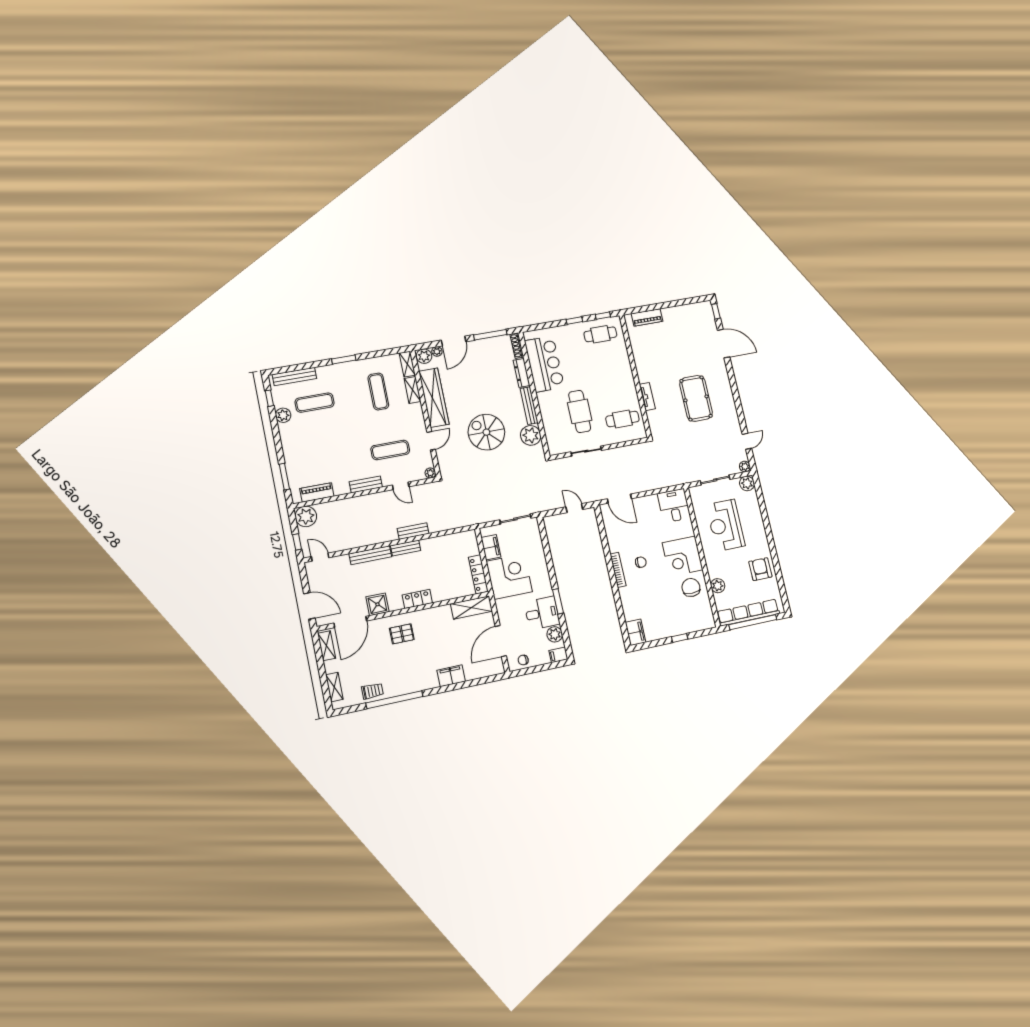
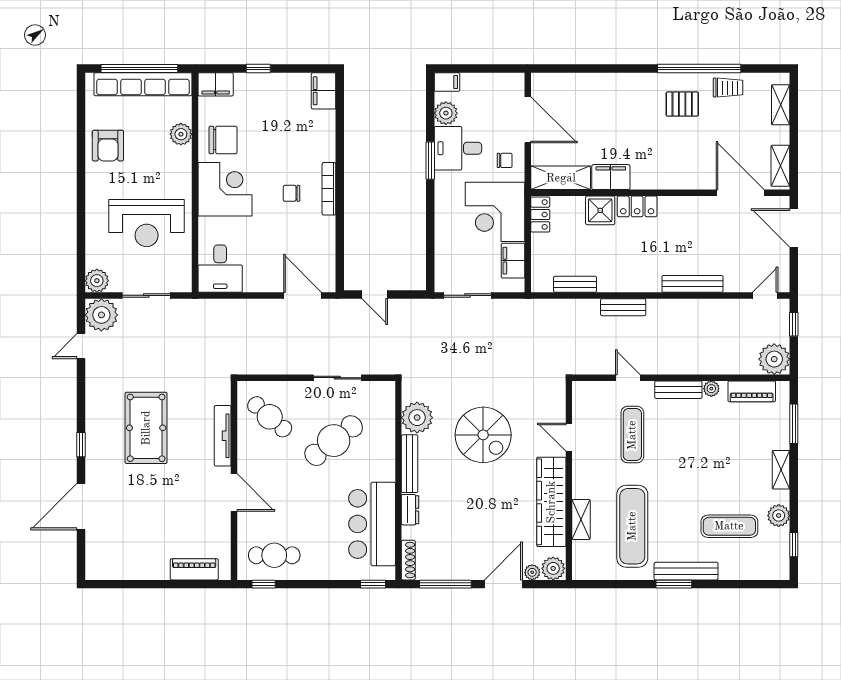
window: (716, 311) -> (81, 445), moved
window: (574, 320) -> (373, 584), moved
door: (724, 344) -> (81, 507), hinge flipped
shelving: (407, 364) -> (781, 470), moved
door: (634, 368) -> (234, 493), added
dresser: (522, 373) -> (410, 510), width x0.70
bench: (294, 376) -> (686, 571), moved
exercise mat: (378, 391) -> (632, 526), width x1.36, depth x1.45
tv unit: (647, 397) -> (223, 436), width x1.41
cafe table: (580, 411) -> (334, 441), turned 52
cafe table: (622, 419) -> (270, 417), turned 41
door: (431, 441) -> (569, 437), hinge flipped
exercise mat: (390, 450) -> (632, 435), turned 90
plant: (745, 467) -> (101, 315), width x1.88, depth x1.88
plant: (430, 473) -> (711, 389), moved
reception desk: (725, 525) -> (147, 223), turned 90
bench: (406, 548) -> (575, 284), moved
door: (320, 557) -> (765, 295), swing flipped
locker: (478, 574) -> (540, 214), width x0.66
chair: (691, 587) -> (223, 140), turned -90
shower: (377, 604) -> (600, 210), moved
door: (350, 622) -> (740, 193), hinge flipped
filing cabinet: (704, 622) -> (216, 84), added
pallet: (402, 634) -> (682, 104), moved
door: (501, 641) -> (528, 120), hinge flipped
chair: (523, 660) -> (505, 160), moved
filing cabinet: (451, 676) -> (611, 177), moved, turned 180
trolley: (372, 691) -> (728, 88), turned 180

